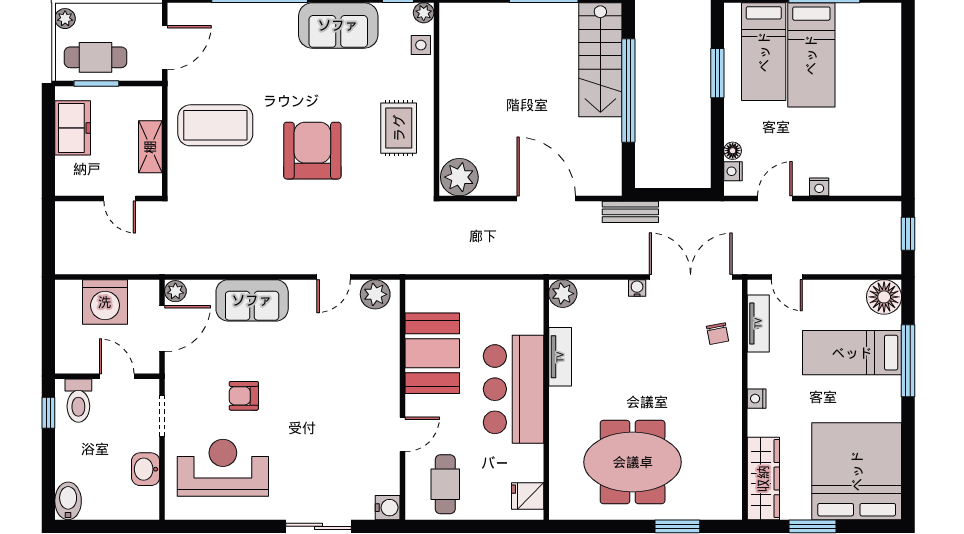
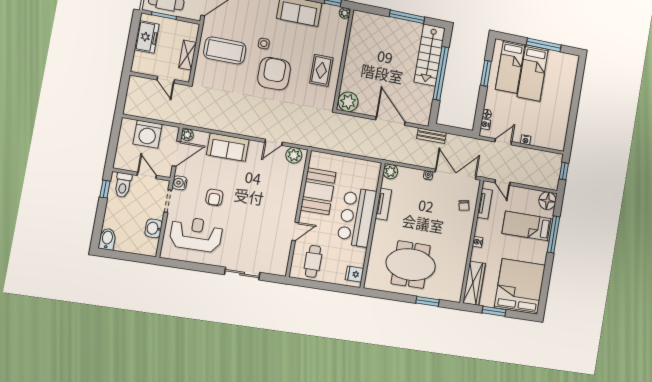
side table: (421, 45) -> (264, 44), moved
armchair: (244, 396) -> (214, 197), turned -90
water cooler: (388, 508) -> (180, 183), moved, turned 180

